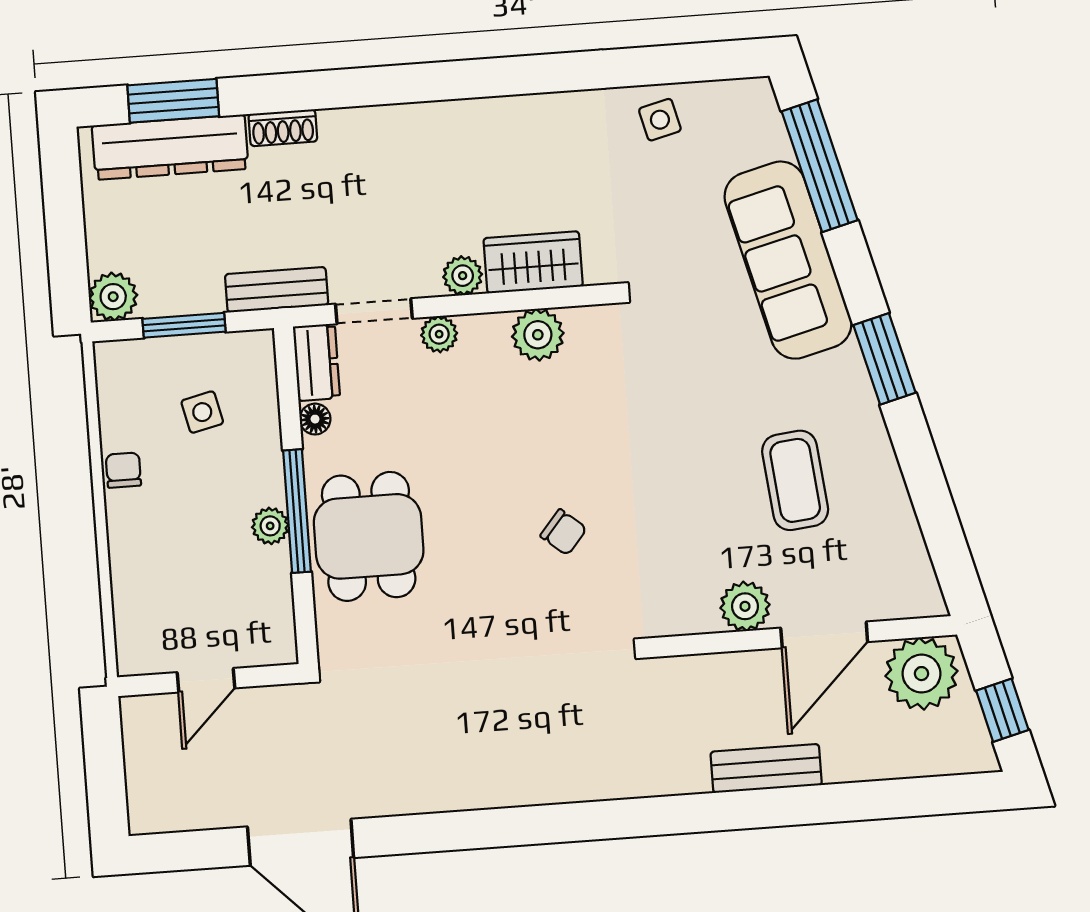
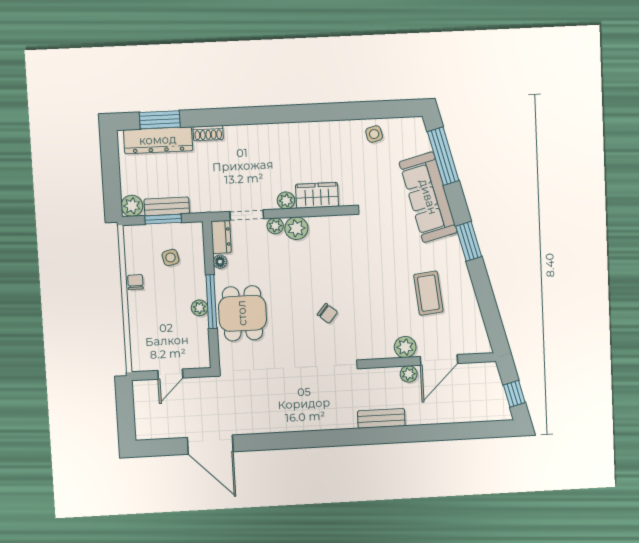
bench: (277, 290) -> (167, 206), moved
plant: (538, 335) -> (296, 228), moved
plant: (921, 674) -> (409, 374), moved, width x0.53, depth x0.53
bench: (766, 768) -> (381, 418), moved

